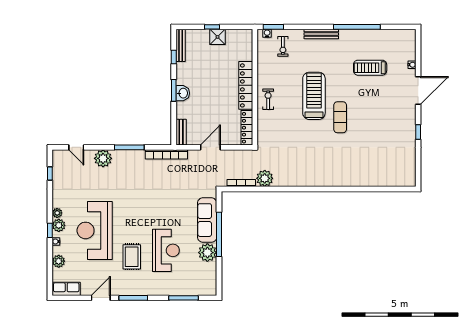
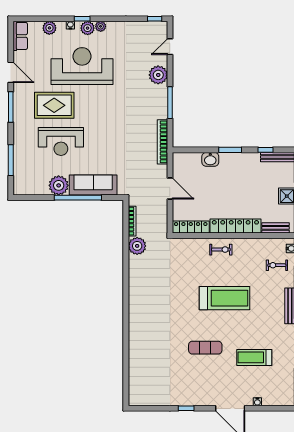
treadmill: (370, 68) -> (254, 357), turned -90
washbasin: (183, 93) -> (210, 159), moved
exercise mat: (340, 117) -> (205, 348), moved
bench: (181, 132) -> (275, 228), moved
window: (50, 173) -> (155, 19), moved
rug: (132, 257) -> (54, 105), width x1.36, depth x1.43

